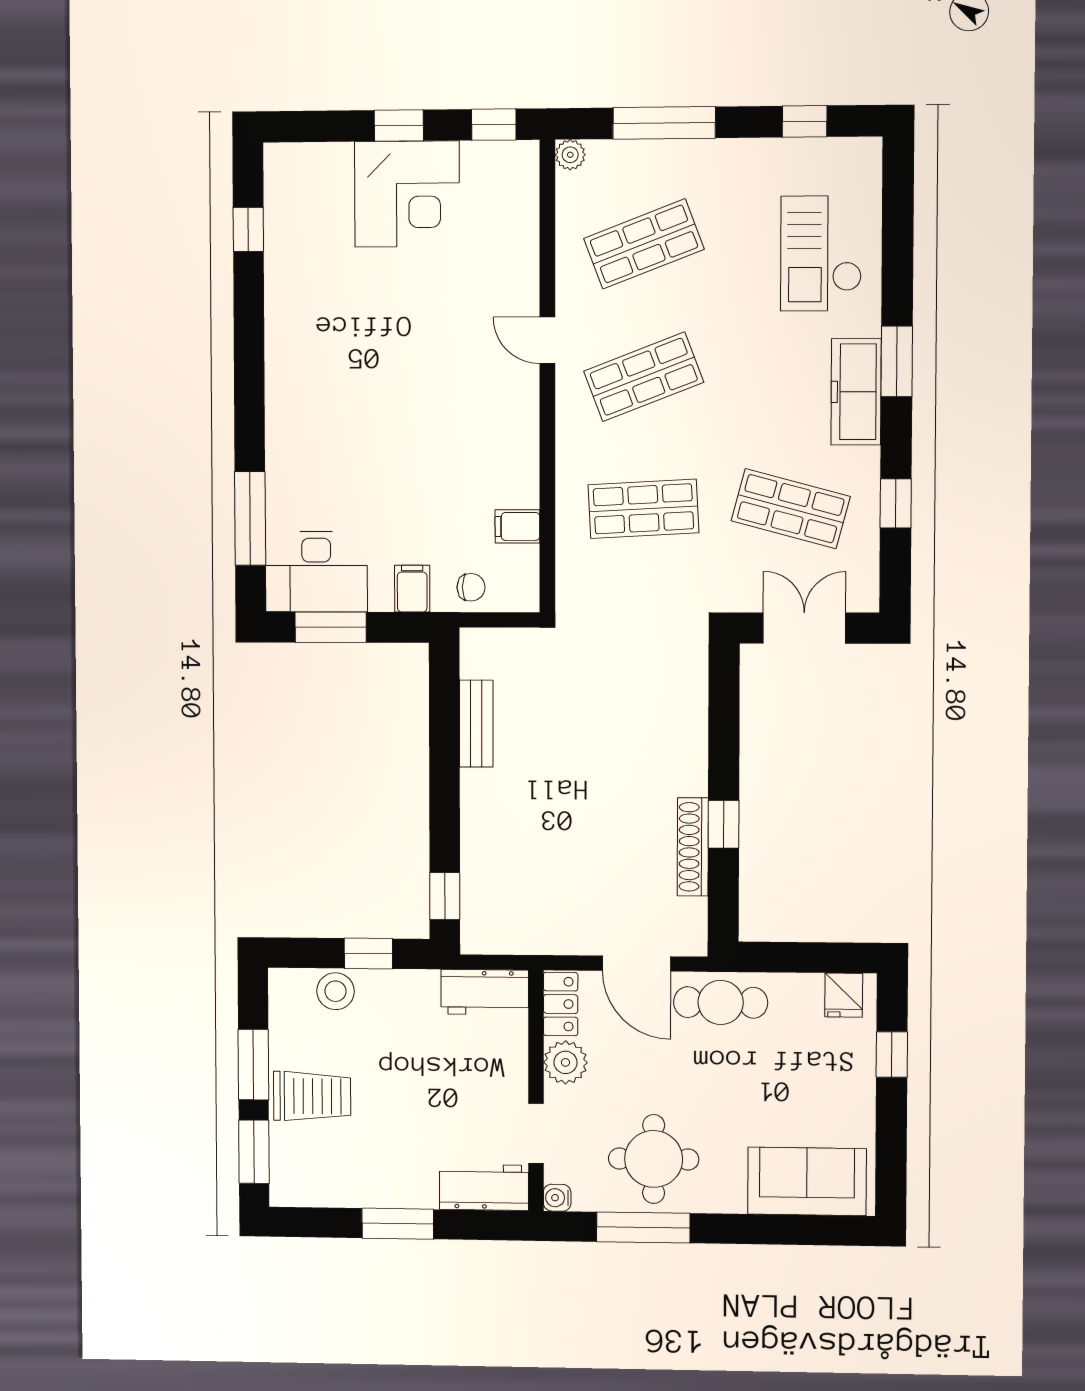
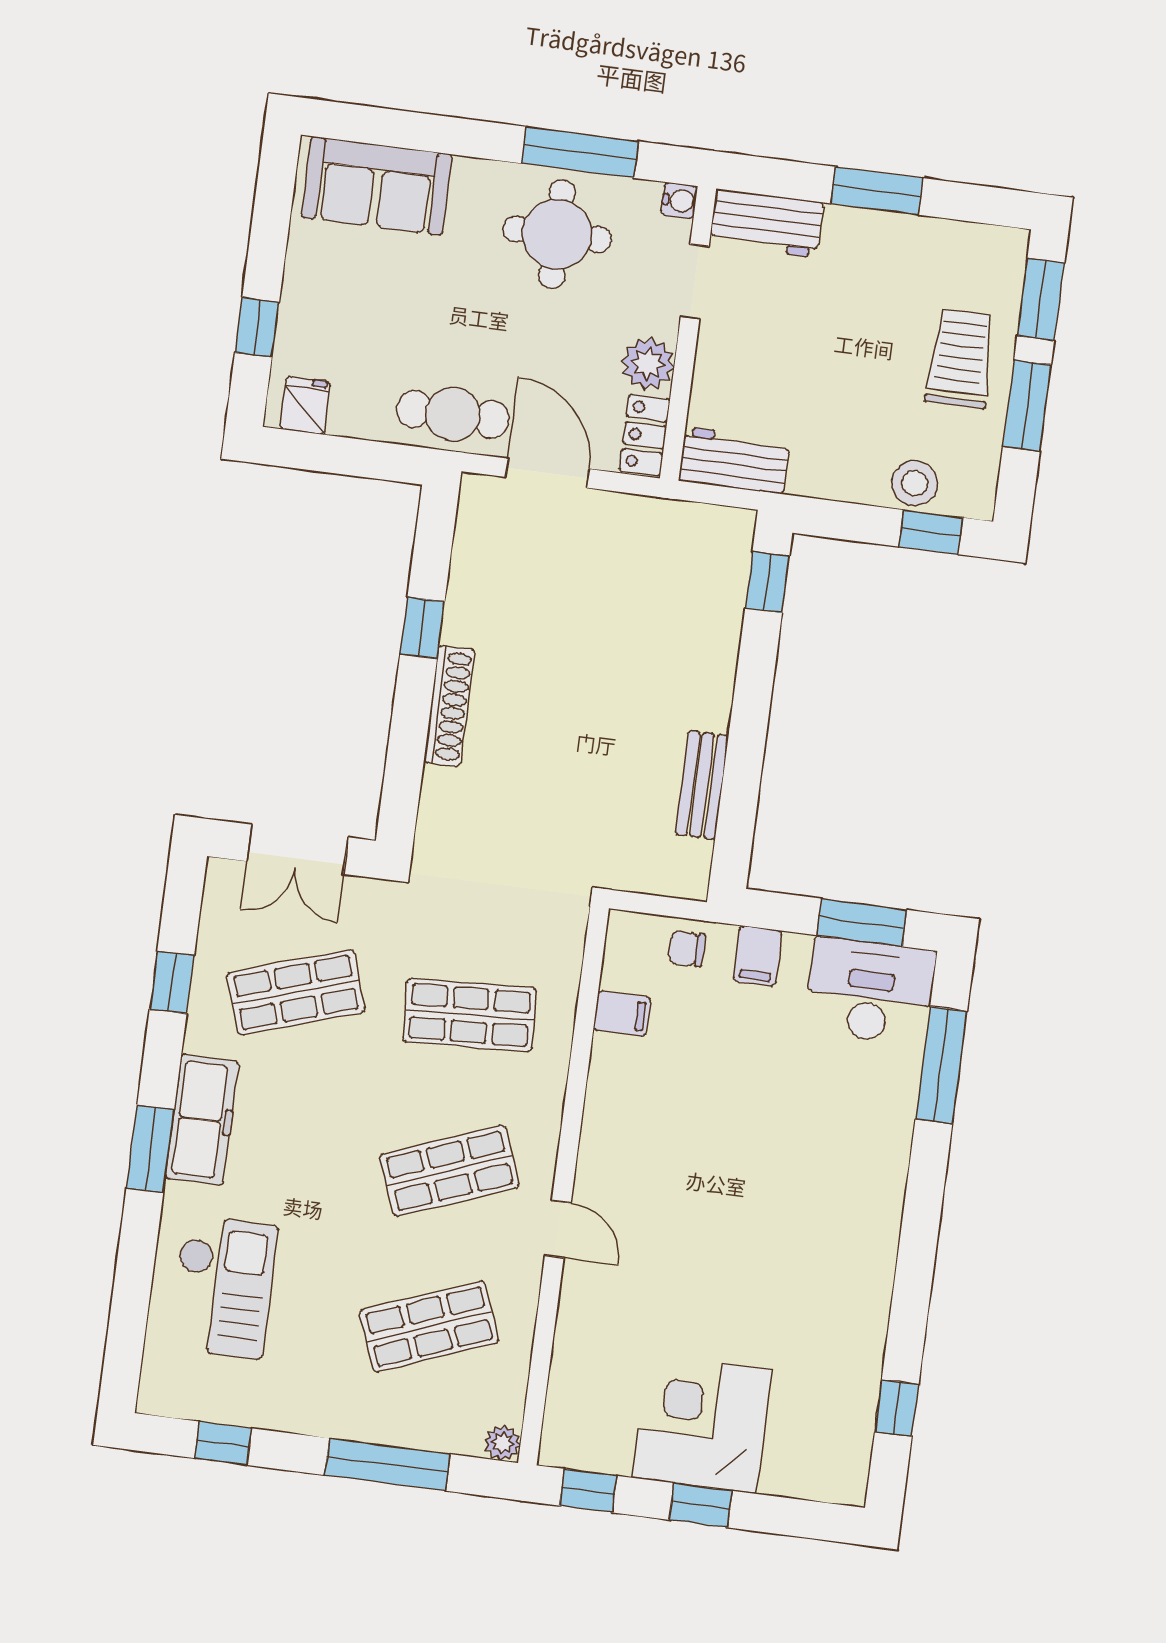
shop shelf: (791, 509) -> (296, 992), turned -33
shoe rack: (693, 847) -> (449, 706), moved
window: (368, 953) -> (931, 532), moved
trolley: (312, 1096) -> (960, 359), turned 90

